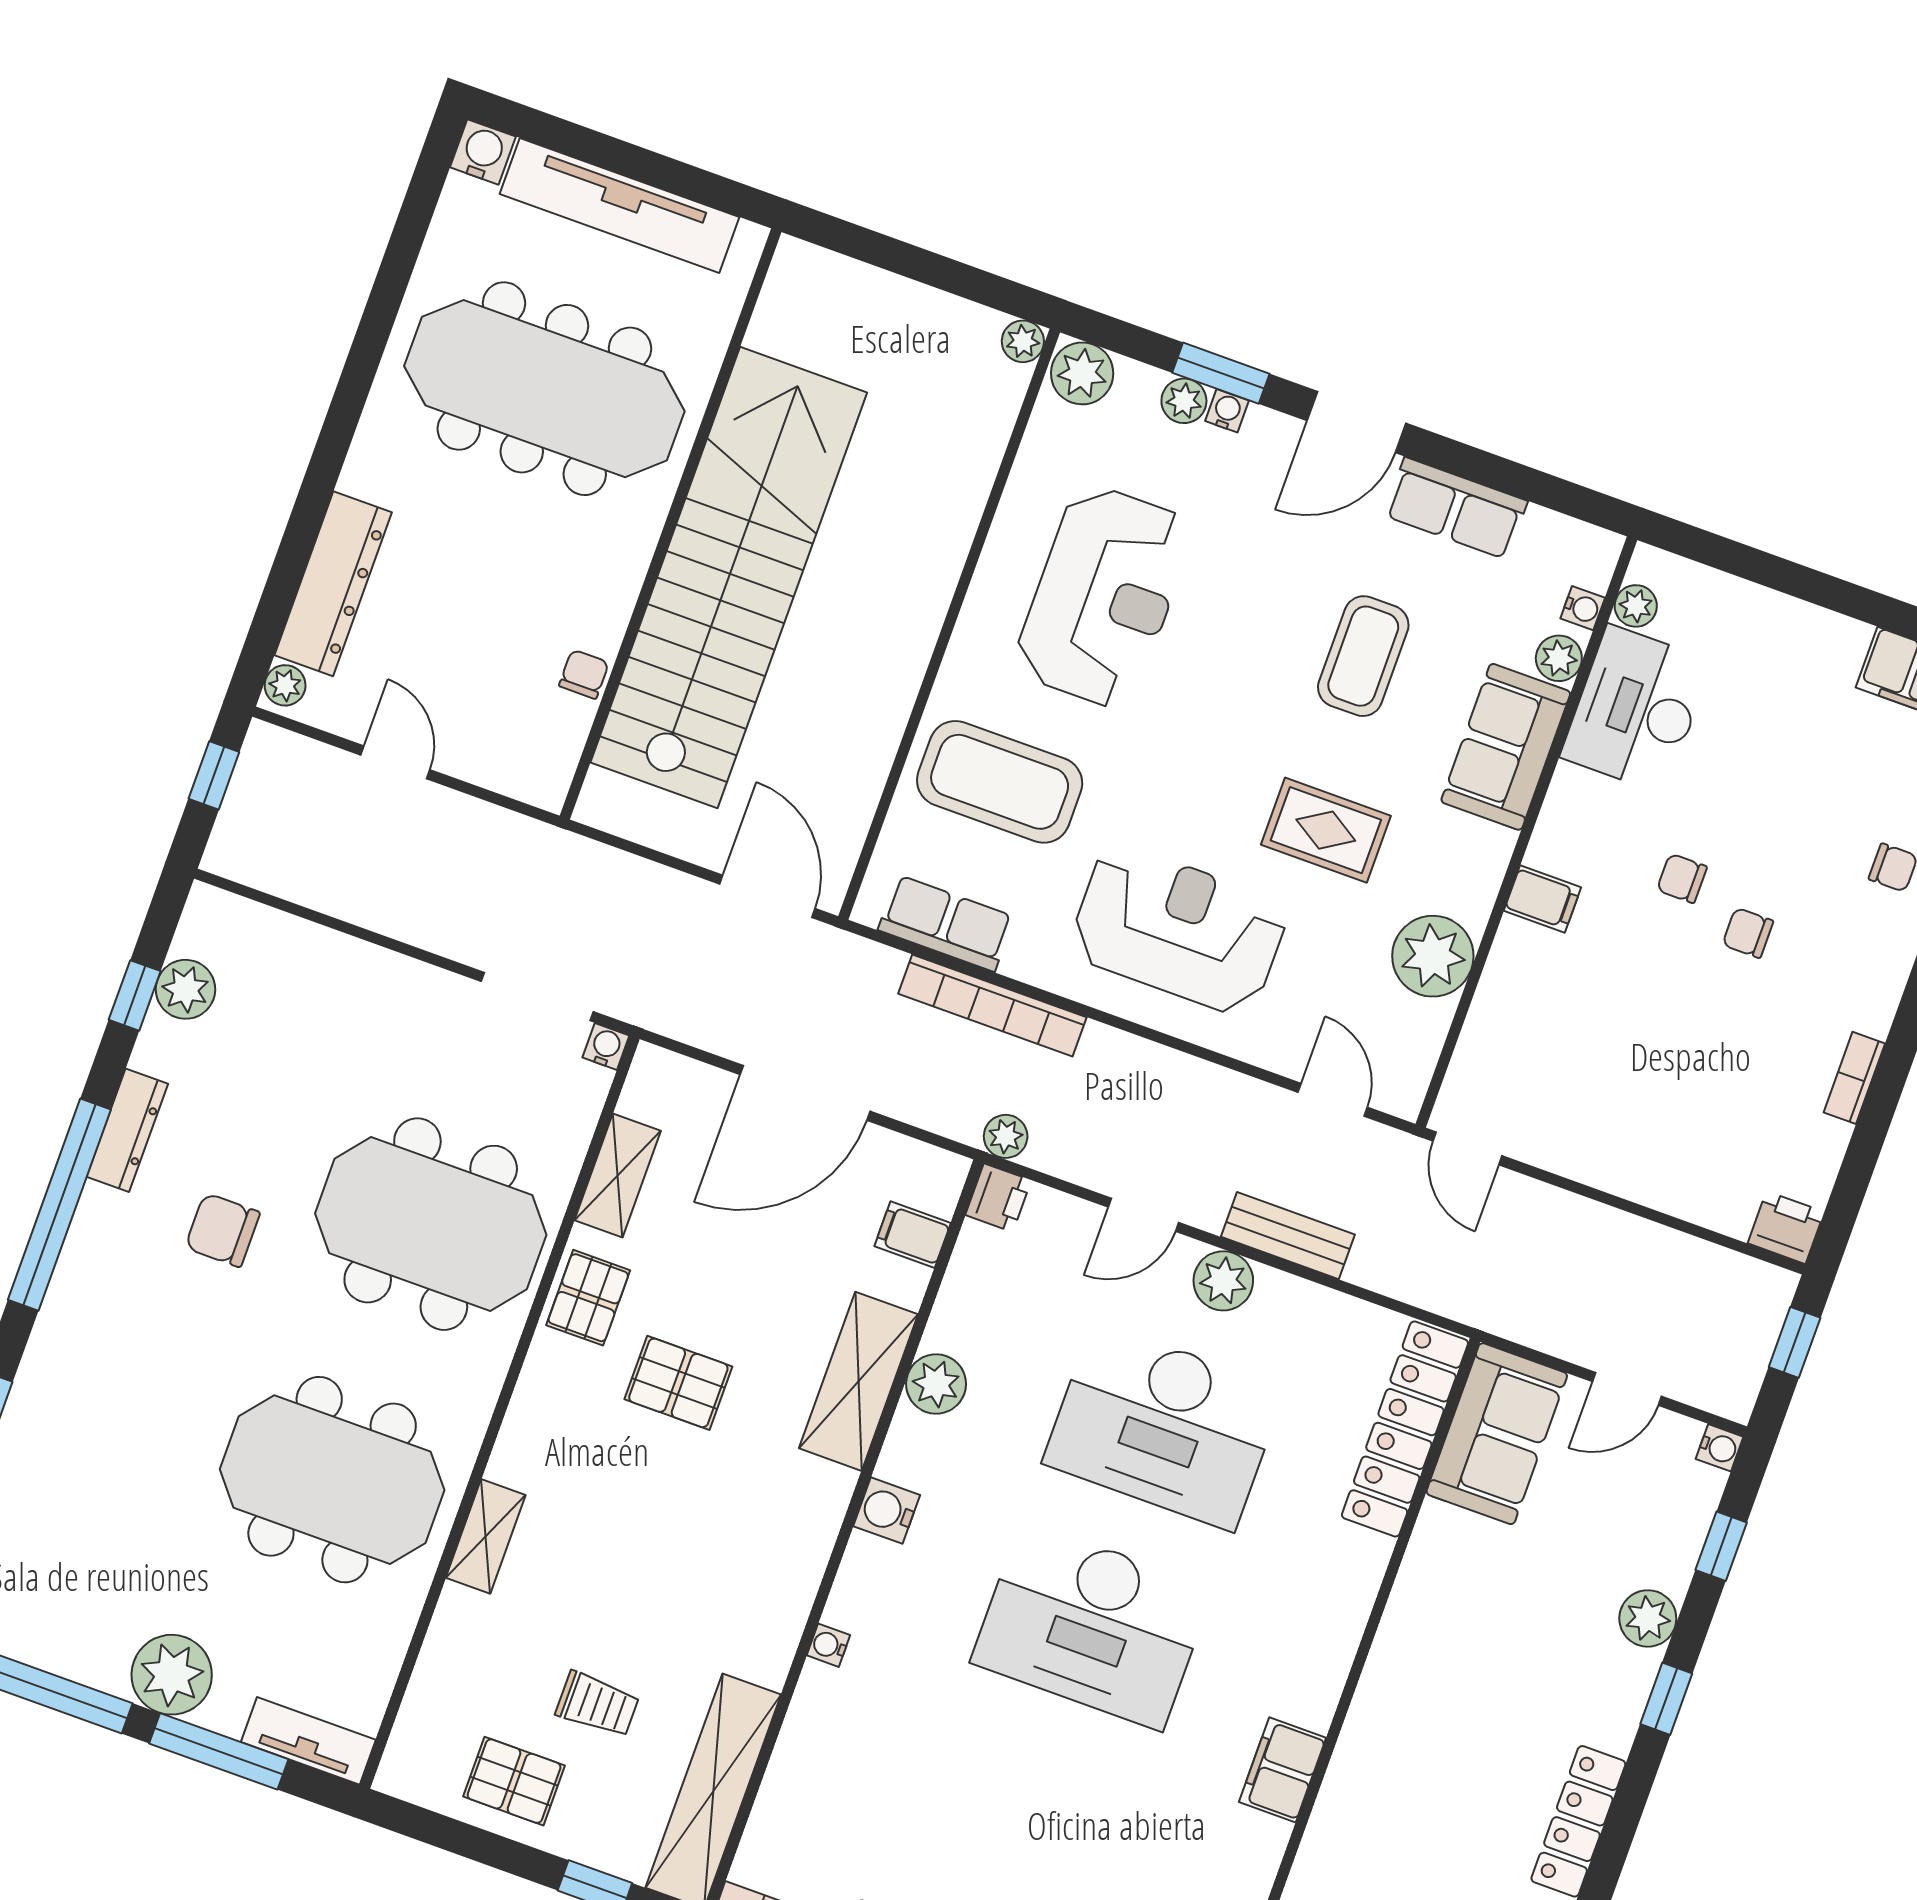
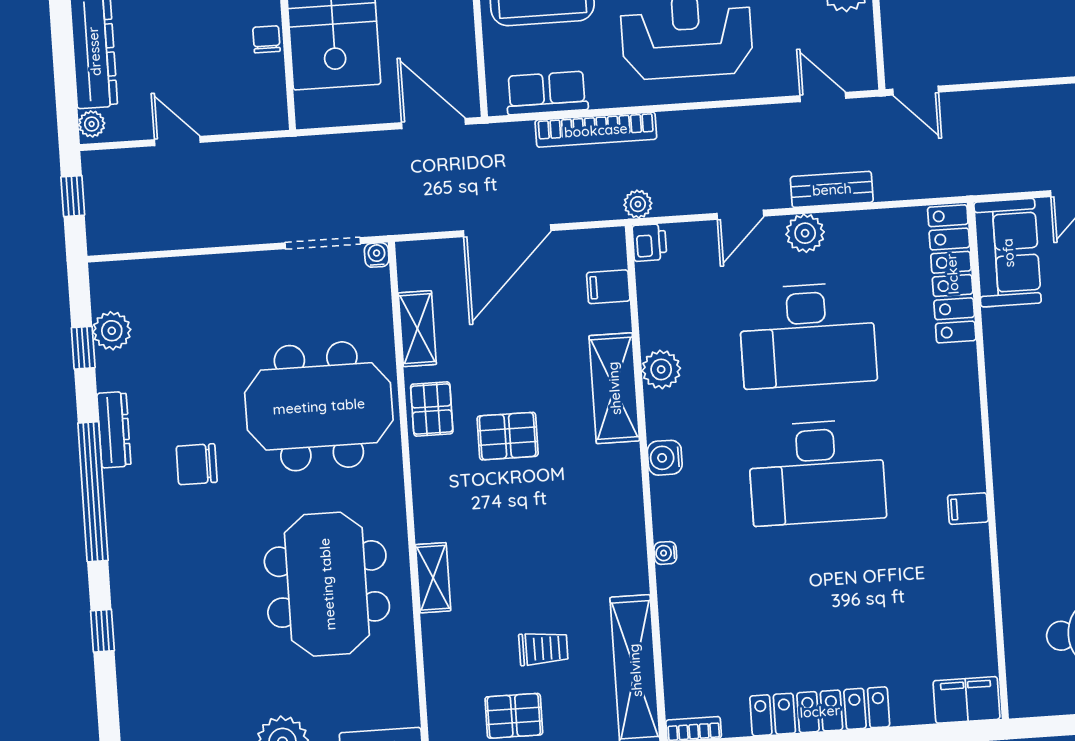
meeting table: (332, 1480) -> (327, 584), turned 90
filing cabinet: (1283, 1770) -> (968, 509), width x0.50

